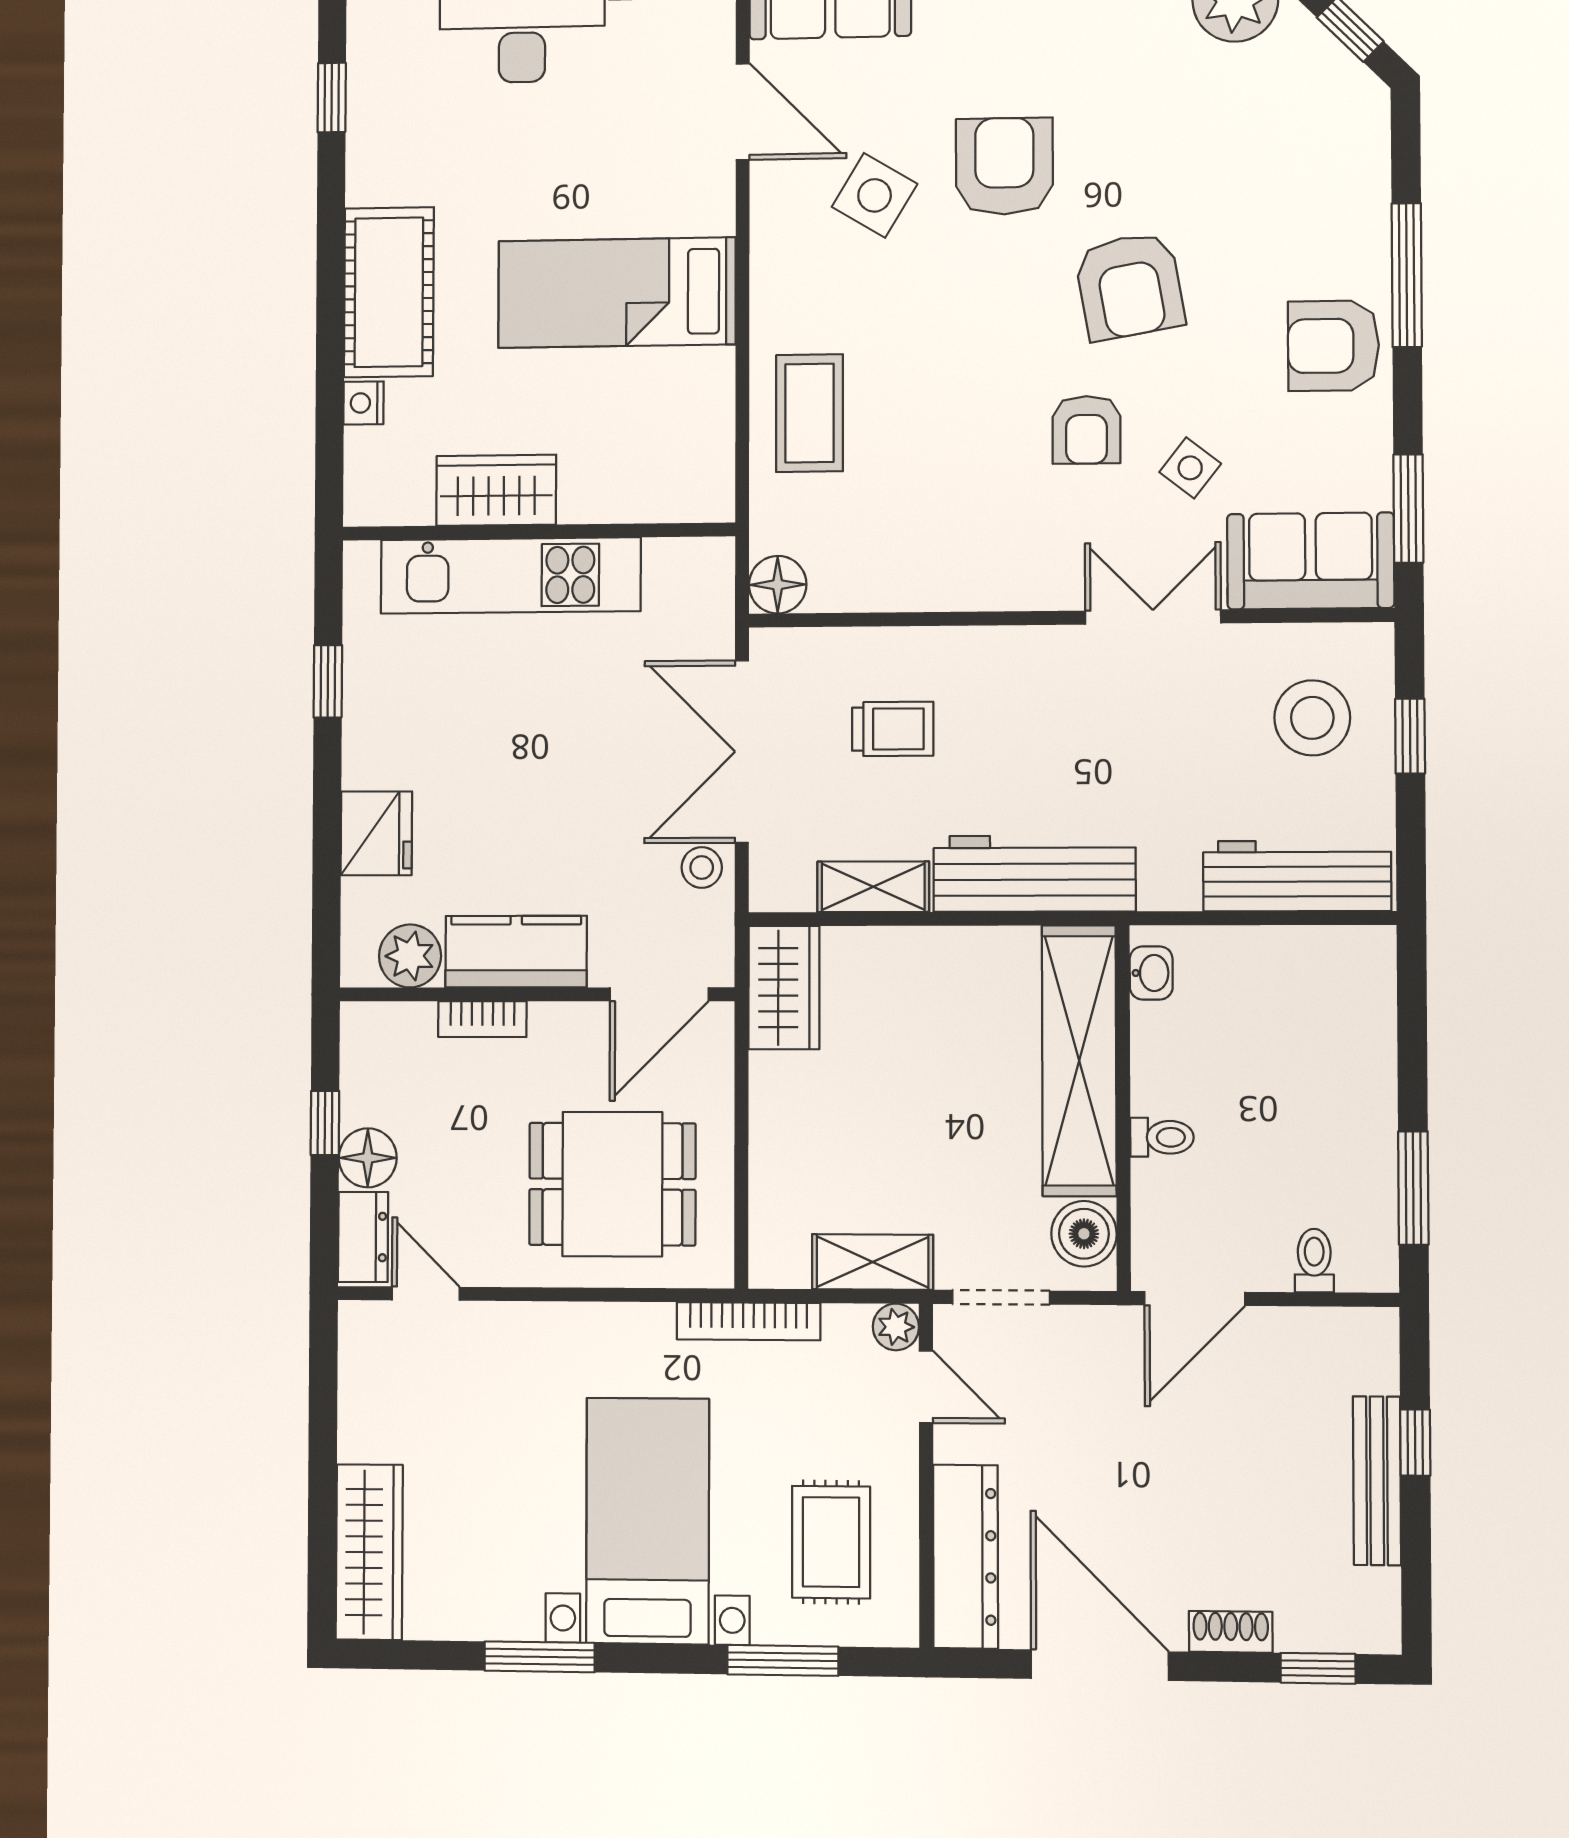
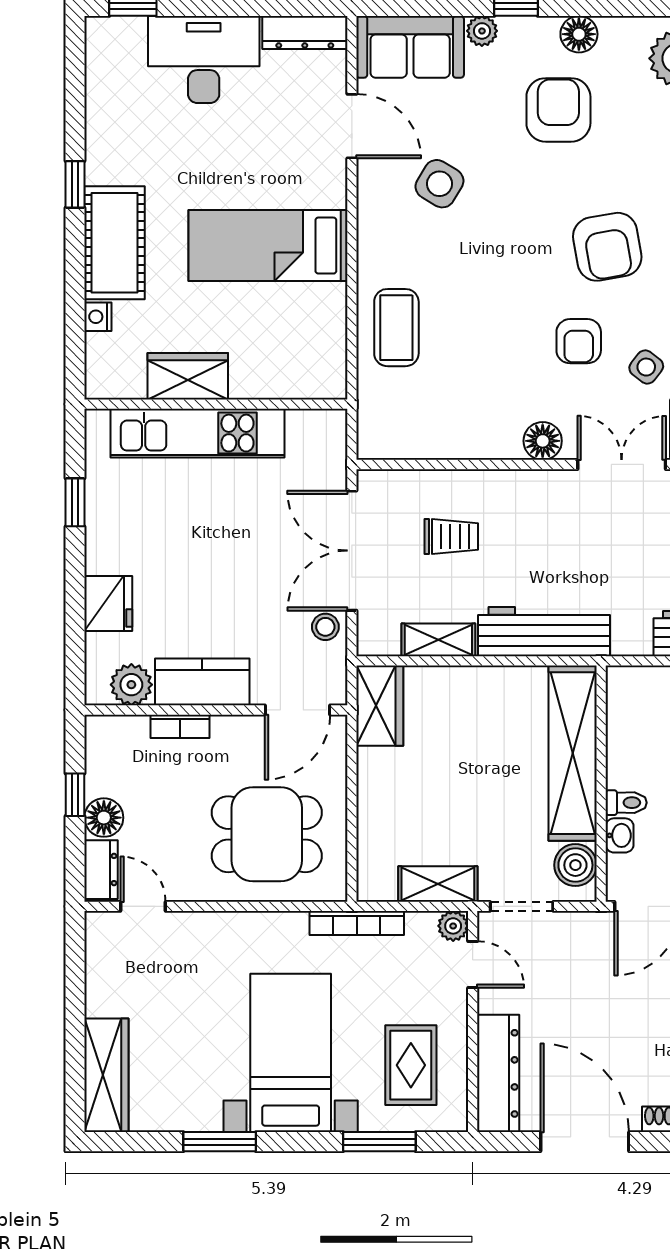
window: (332, 97) -> (75, 184), moved
armchair: (1004, 166) -> (558, 110), moved
floor lamp: (778, 585) -> (543, 441), moved
washbasin: (1151, 973) -> (620, 835), moved

